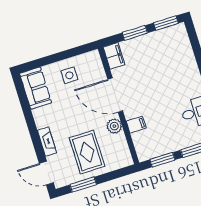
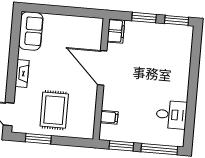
side table: (69, 75) -> (67, 32), removed
filing cabinet: (136, 125) -> (109, 117), moved
plant: (114, 126) -> (89, 96), removed
fireplace: (47, 142) -> (22, 73), moved

